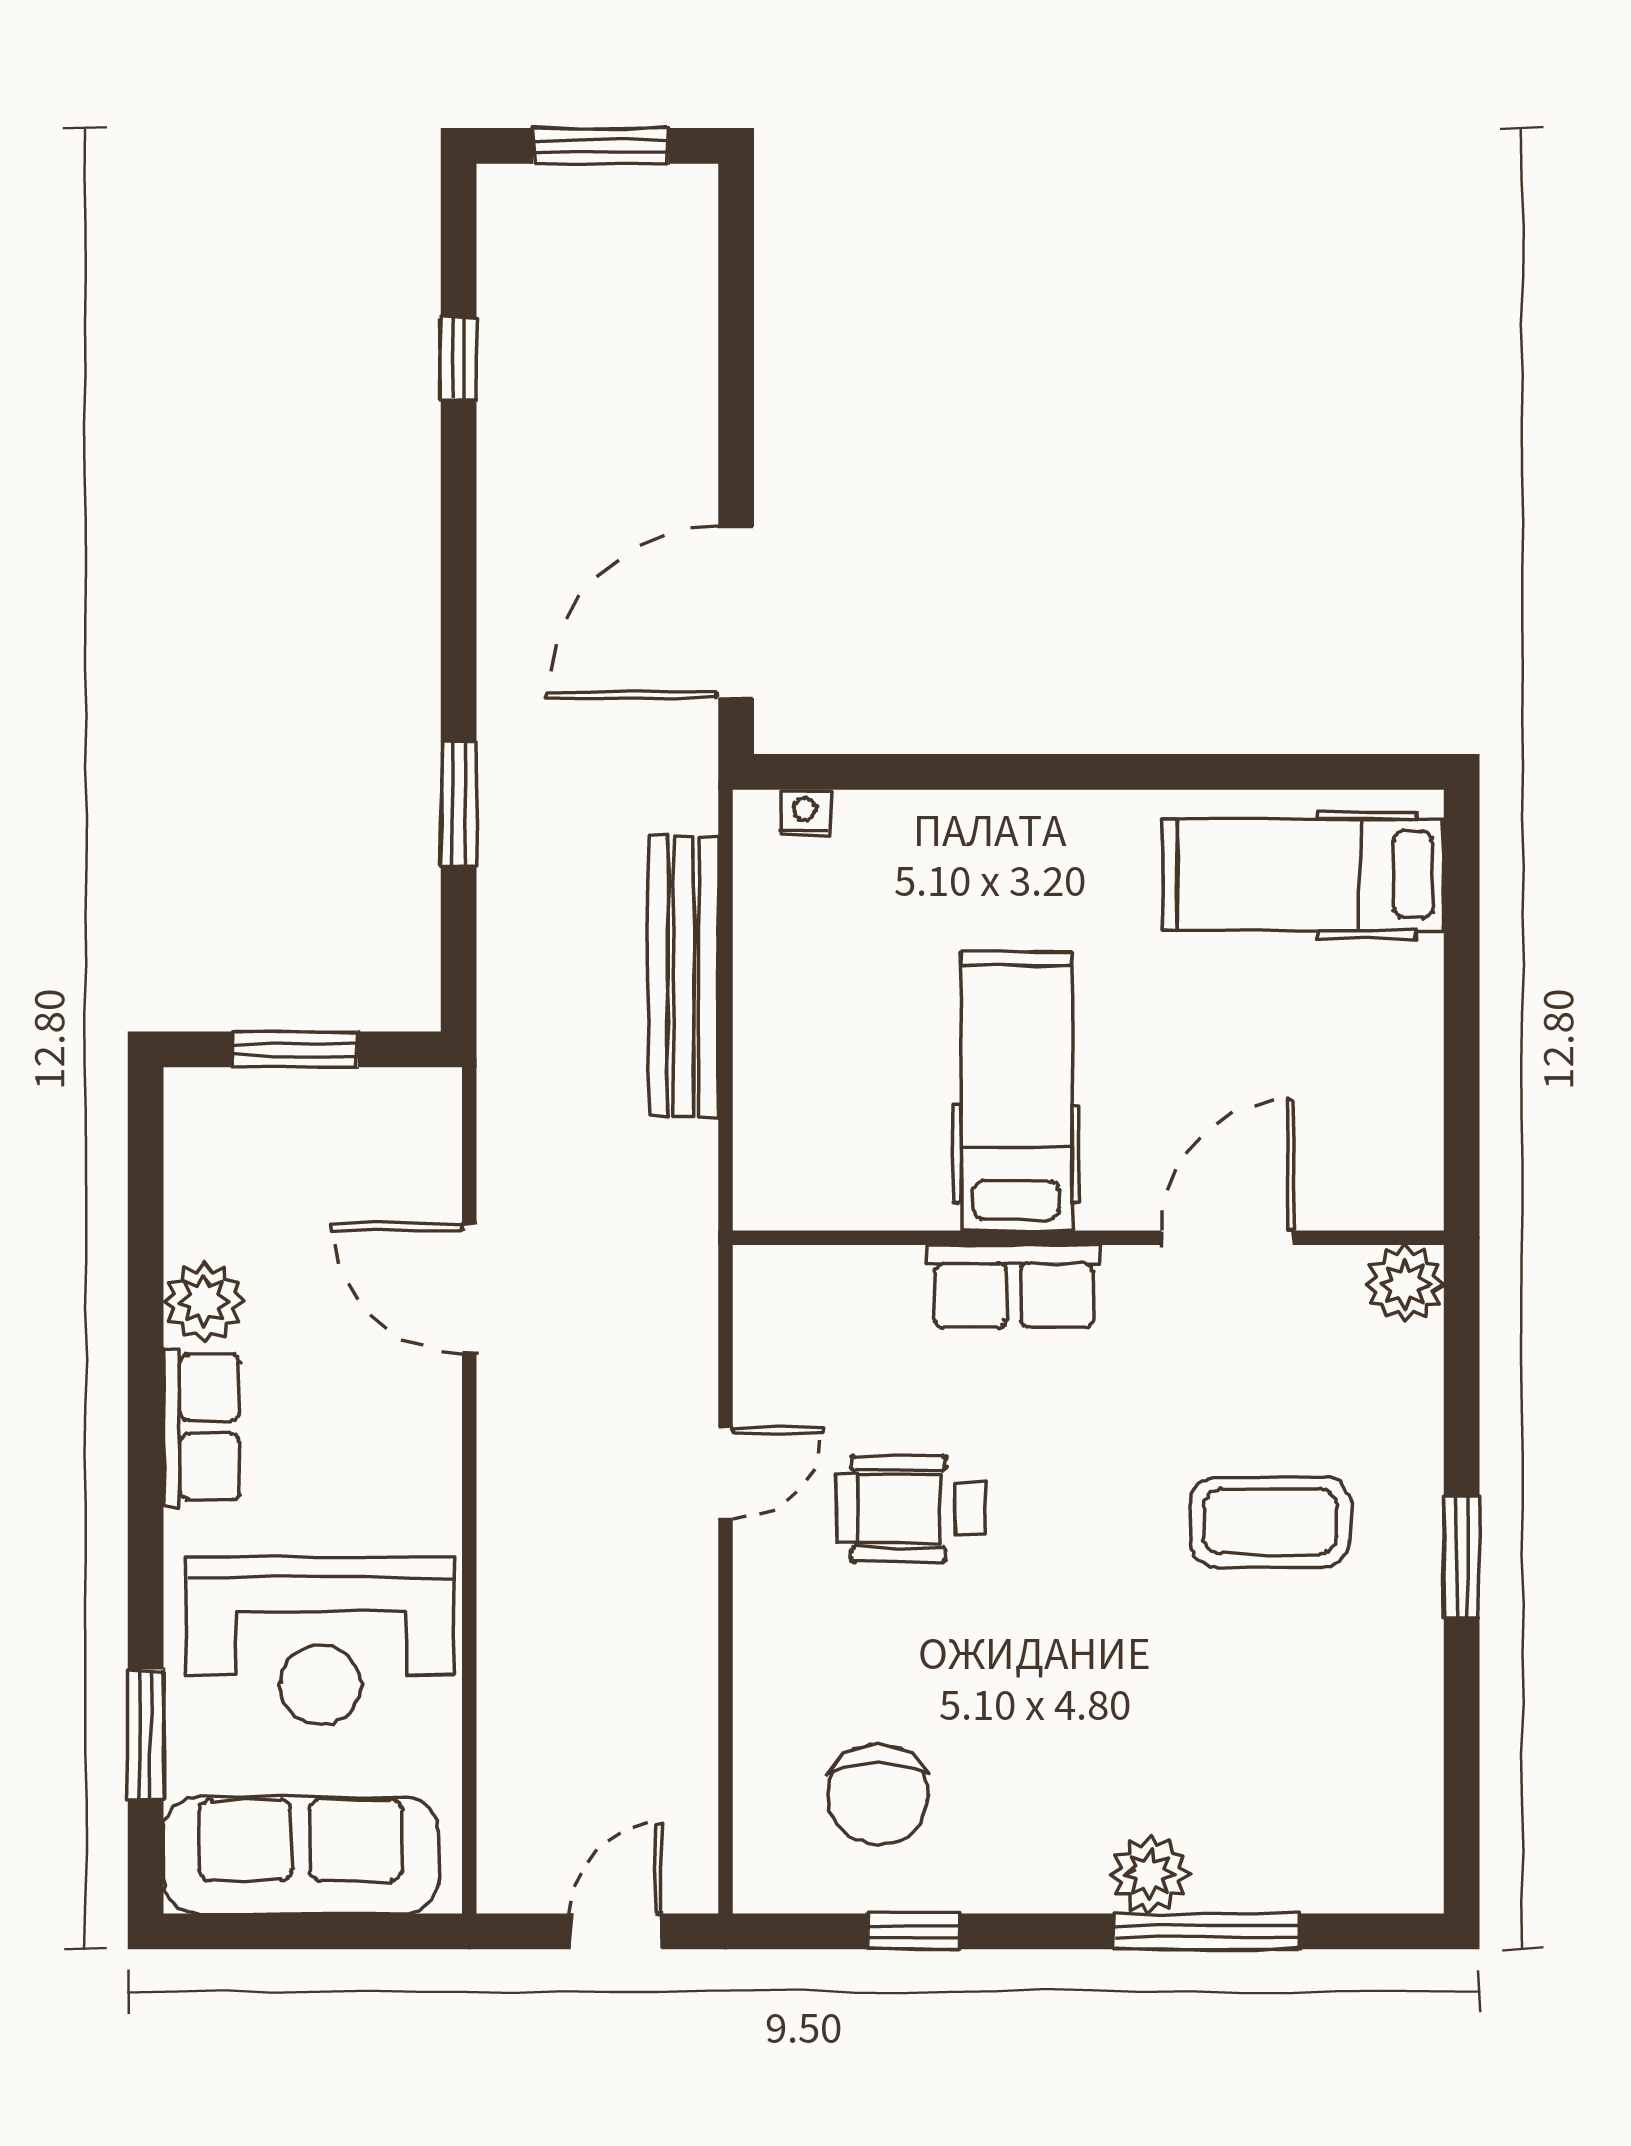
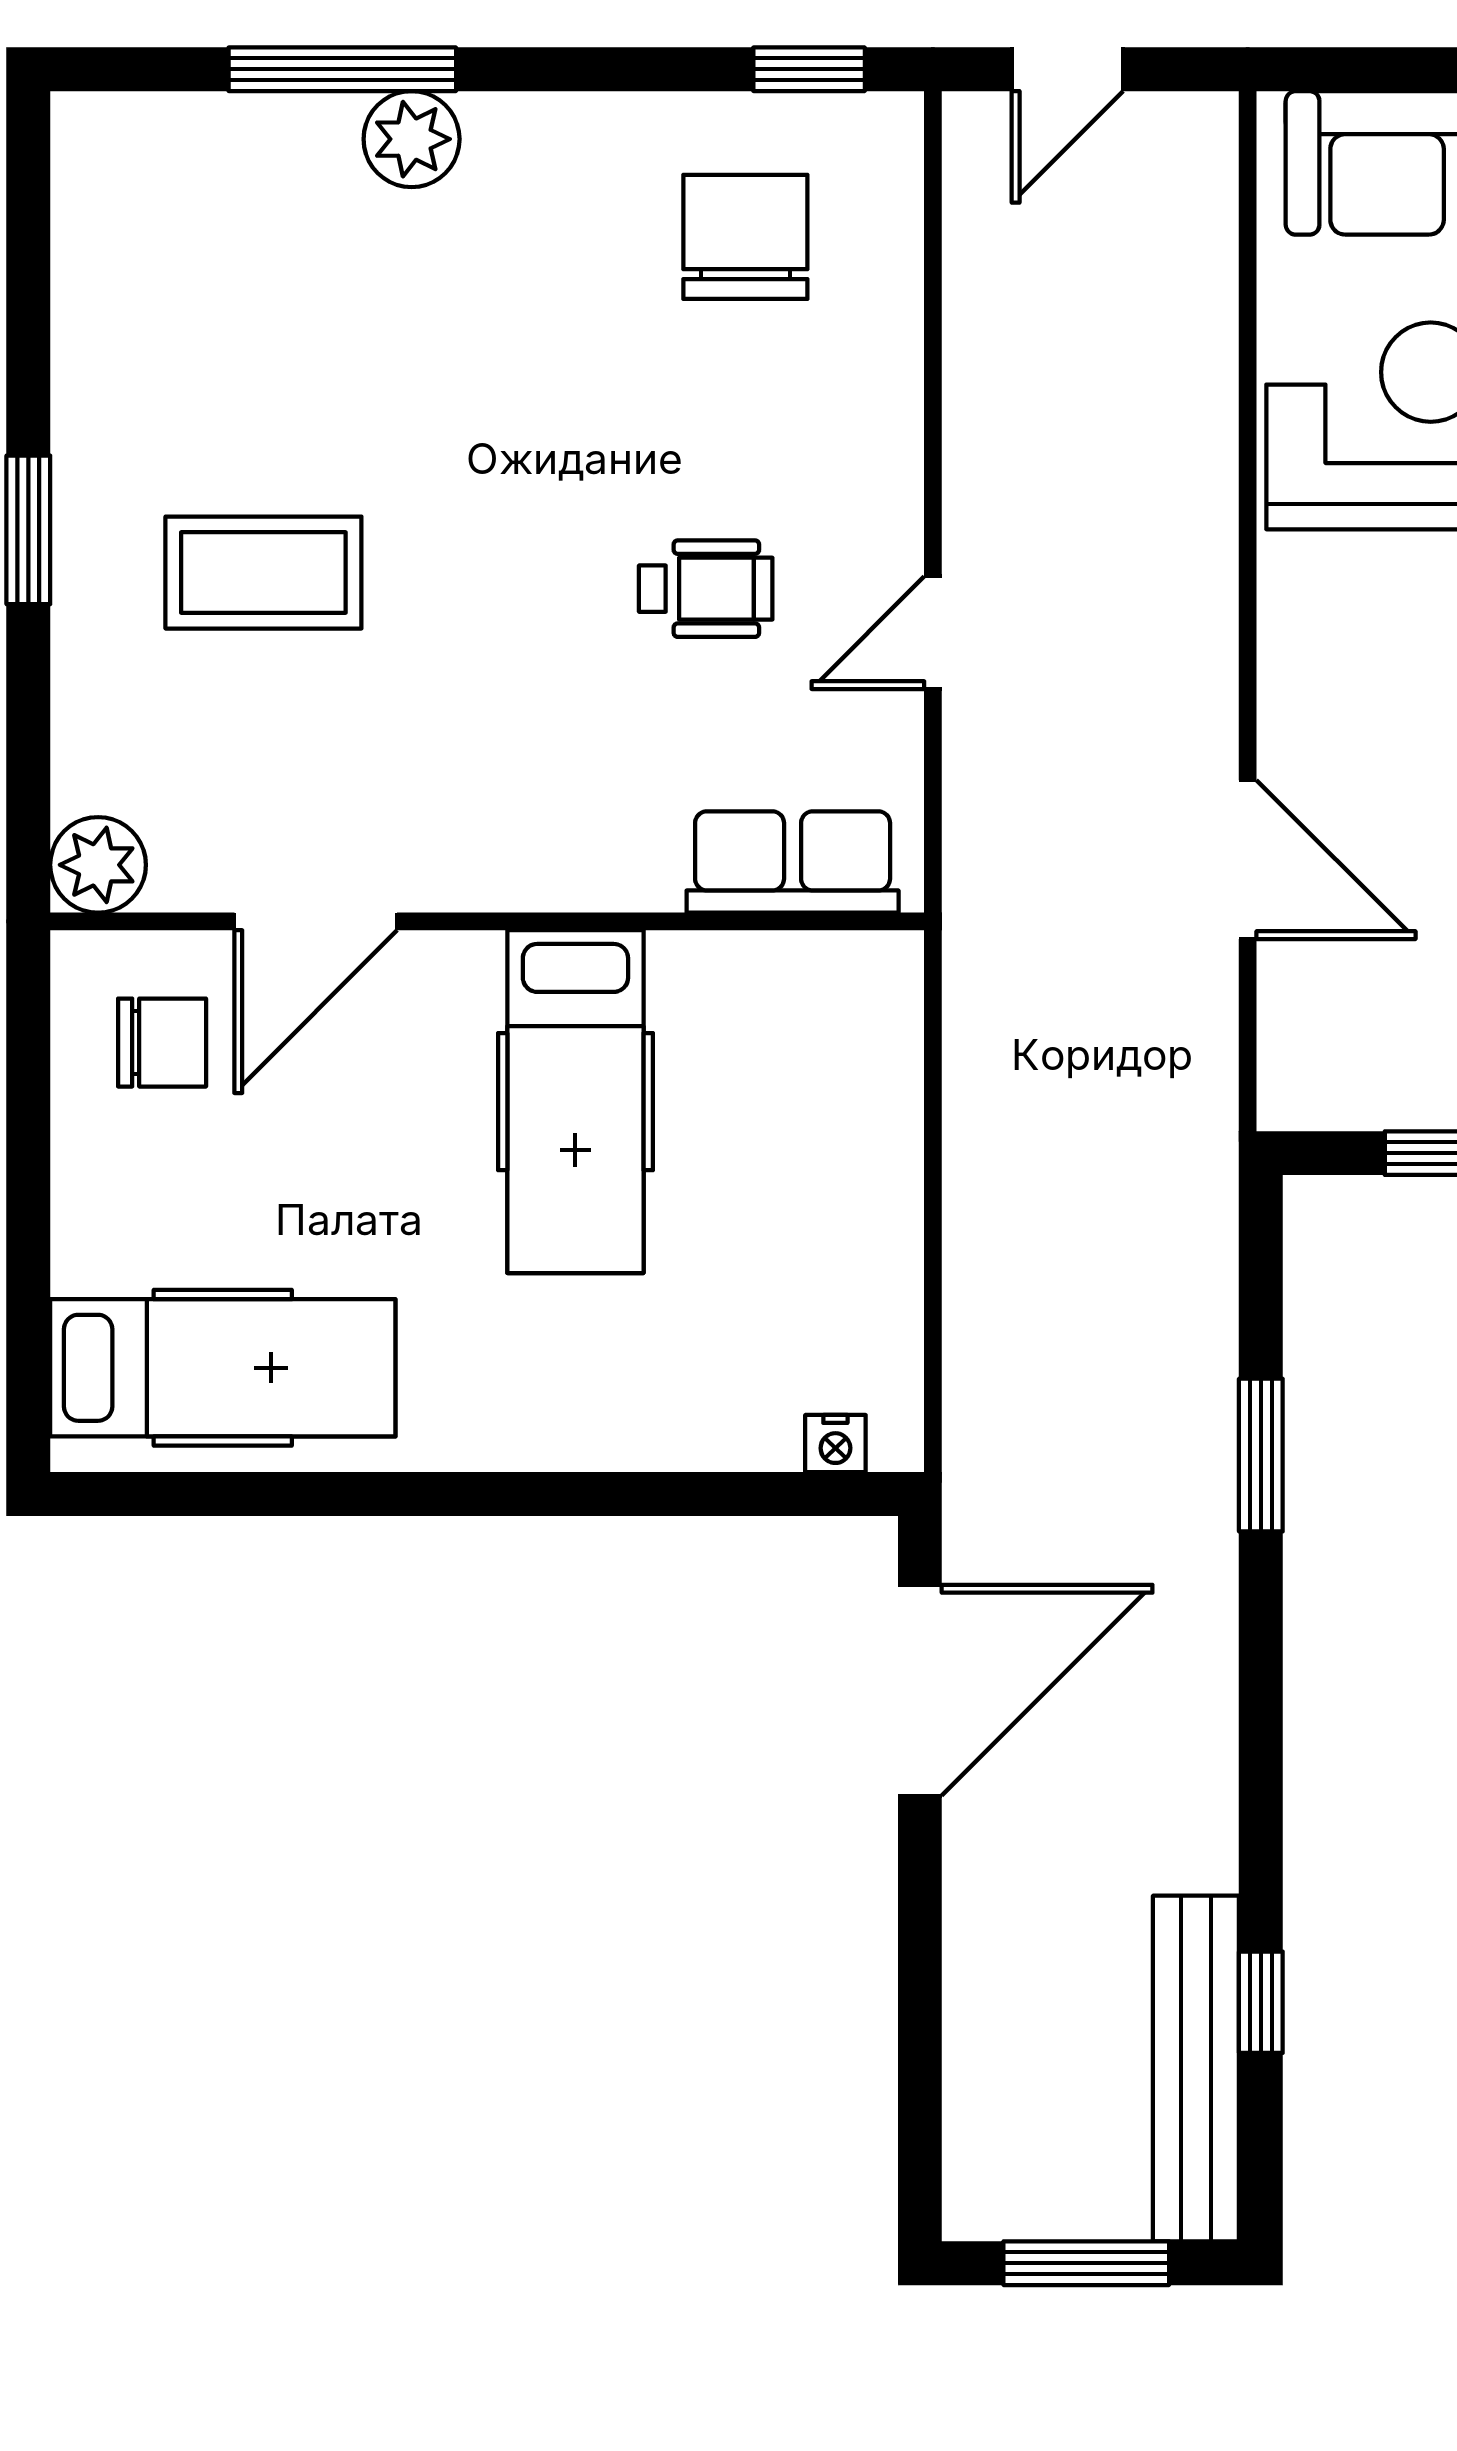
bench: (683, 976) -> (1196, 2069), moved
chair: (1353, 1139) -> (162, 1043), added
row of seats: (1014, 1286) -> (793, 862), moved
wheelchair: (910, 1509) -> (706, 589), width x0.73, depth x0.73
window: (914, 1931) -> (809, 69), moved

